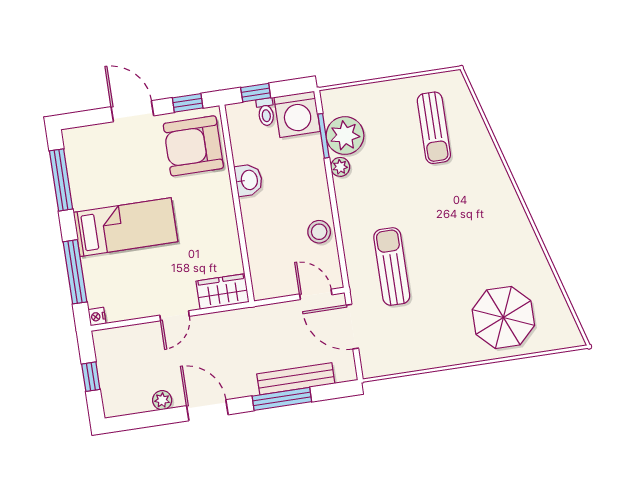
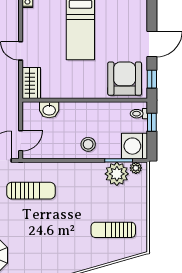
toilet: (266, 112) -> (139, 114), moved
plant: (340, 167) -> (136, 168), moved
washbasin: (249, 180) -> (49, 110), moved
stool: (319, 232) -> (88, 144), moved

